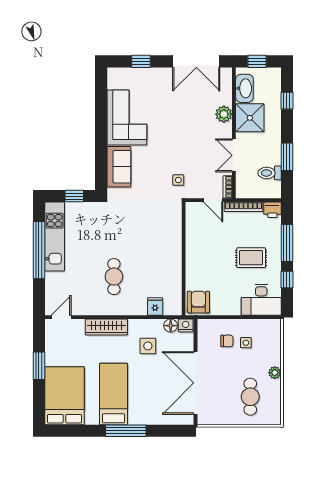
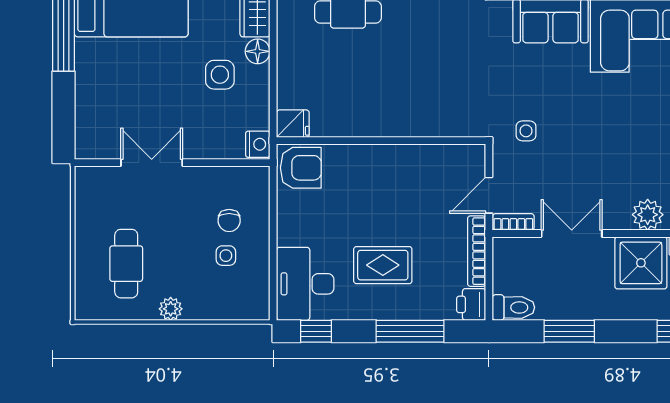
toilet: (270, 173) -> (513, 307), moved, turned 90
rug: (251, 258) -> (383, 265), turned 90
window: (287, 279) -> (316, 331), moved
fridge: (155, 306) -> (293, 124), moved
floor lamp: (171, 326) -> (258, 51), moved
double door: (195, 383) -> (152, 163), width x0.54
cafe table: (250, 397) -> (126, 264), turned 90

